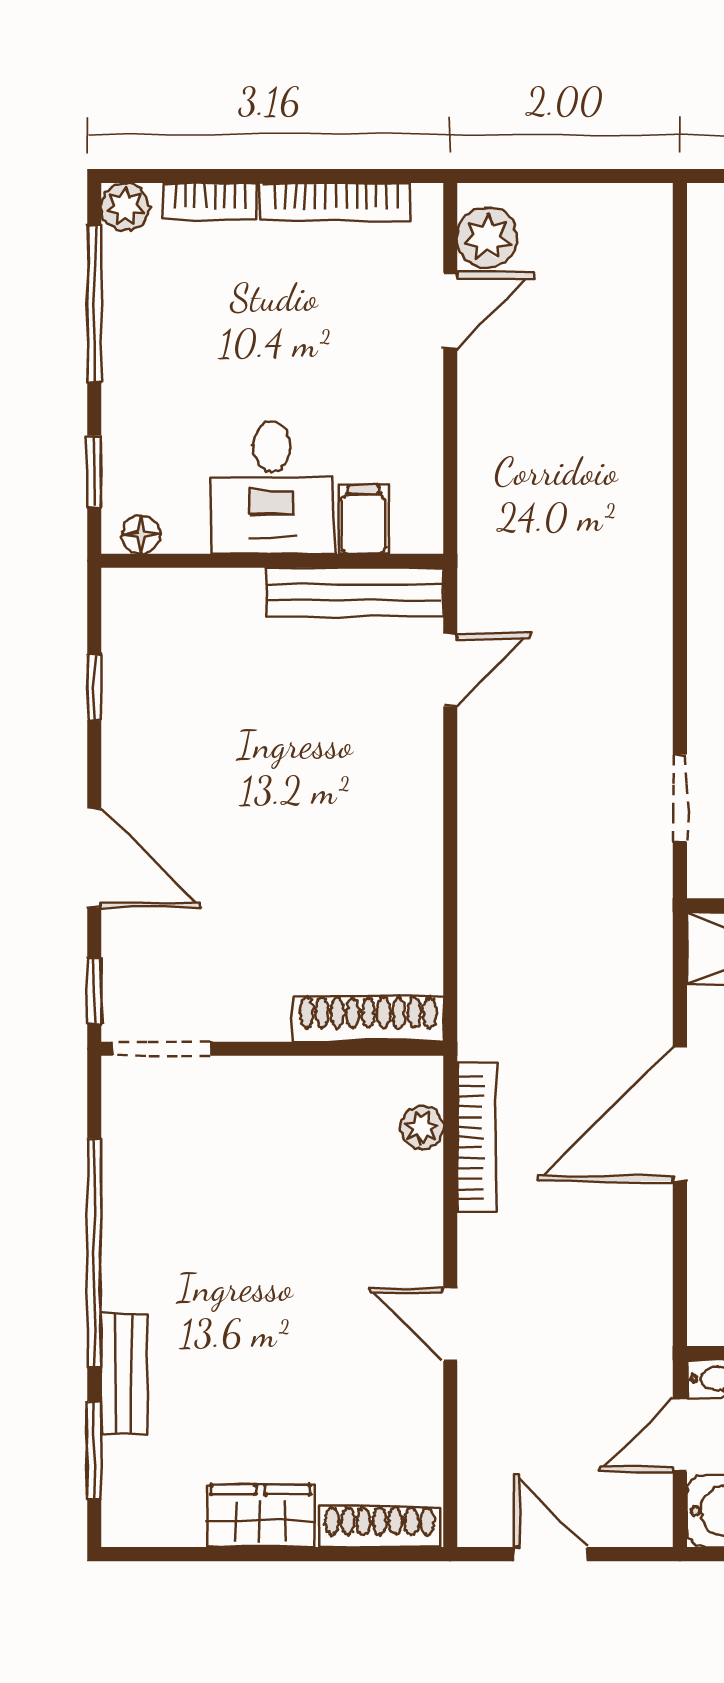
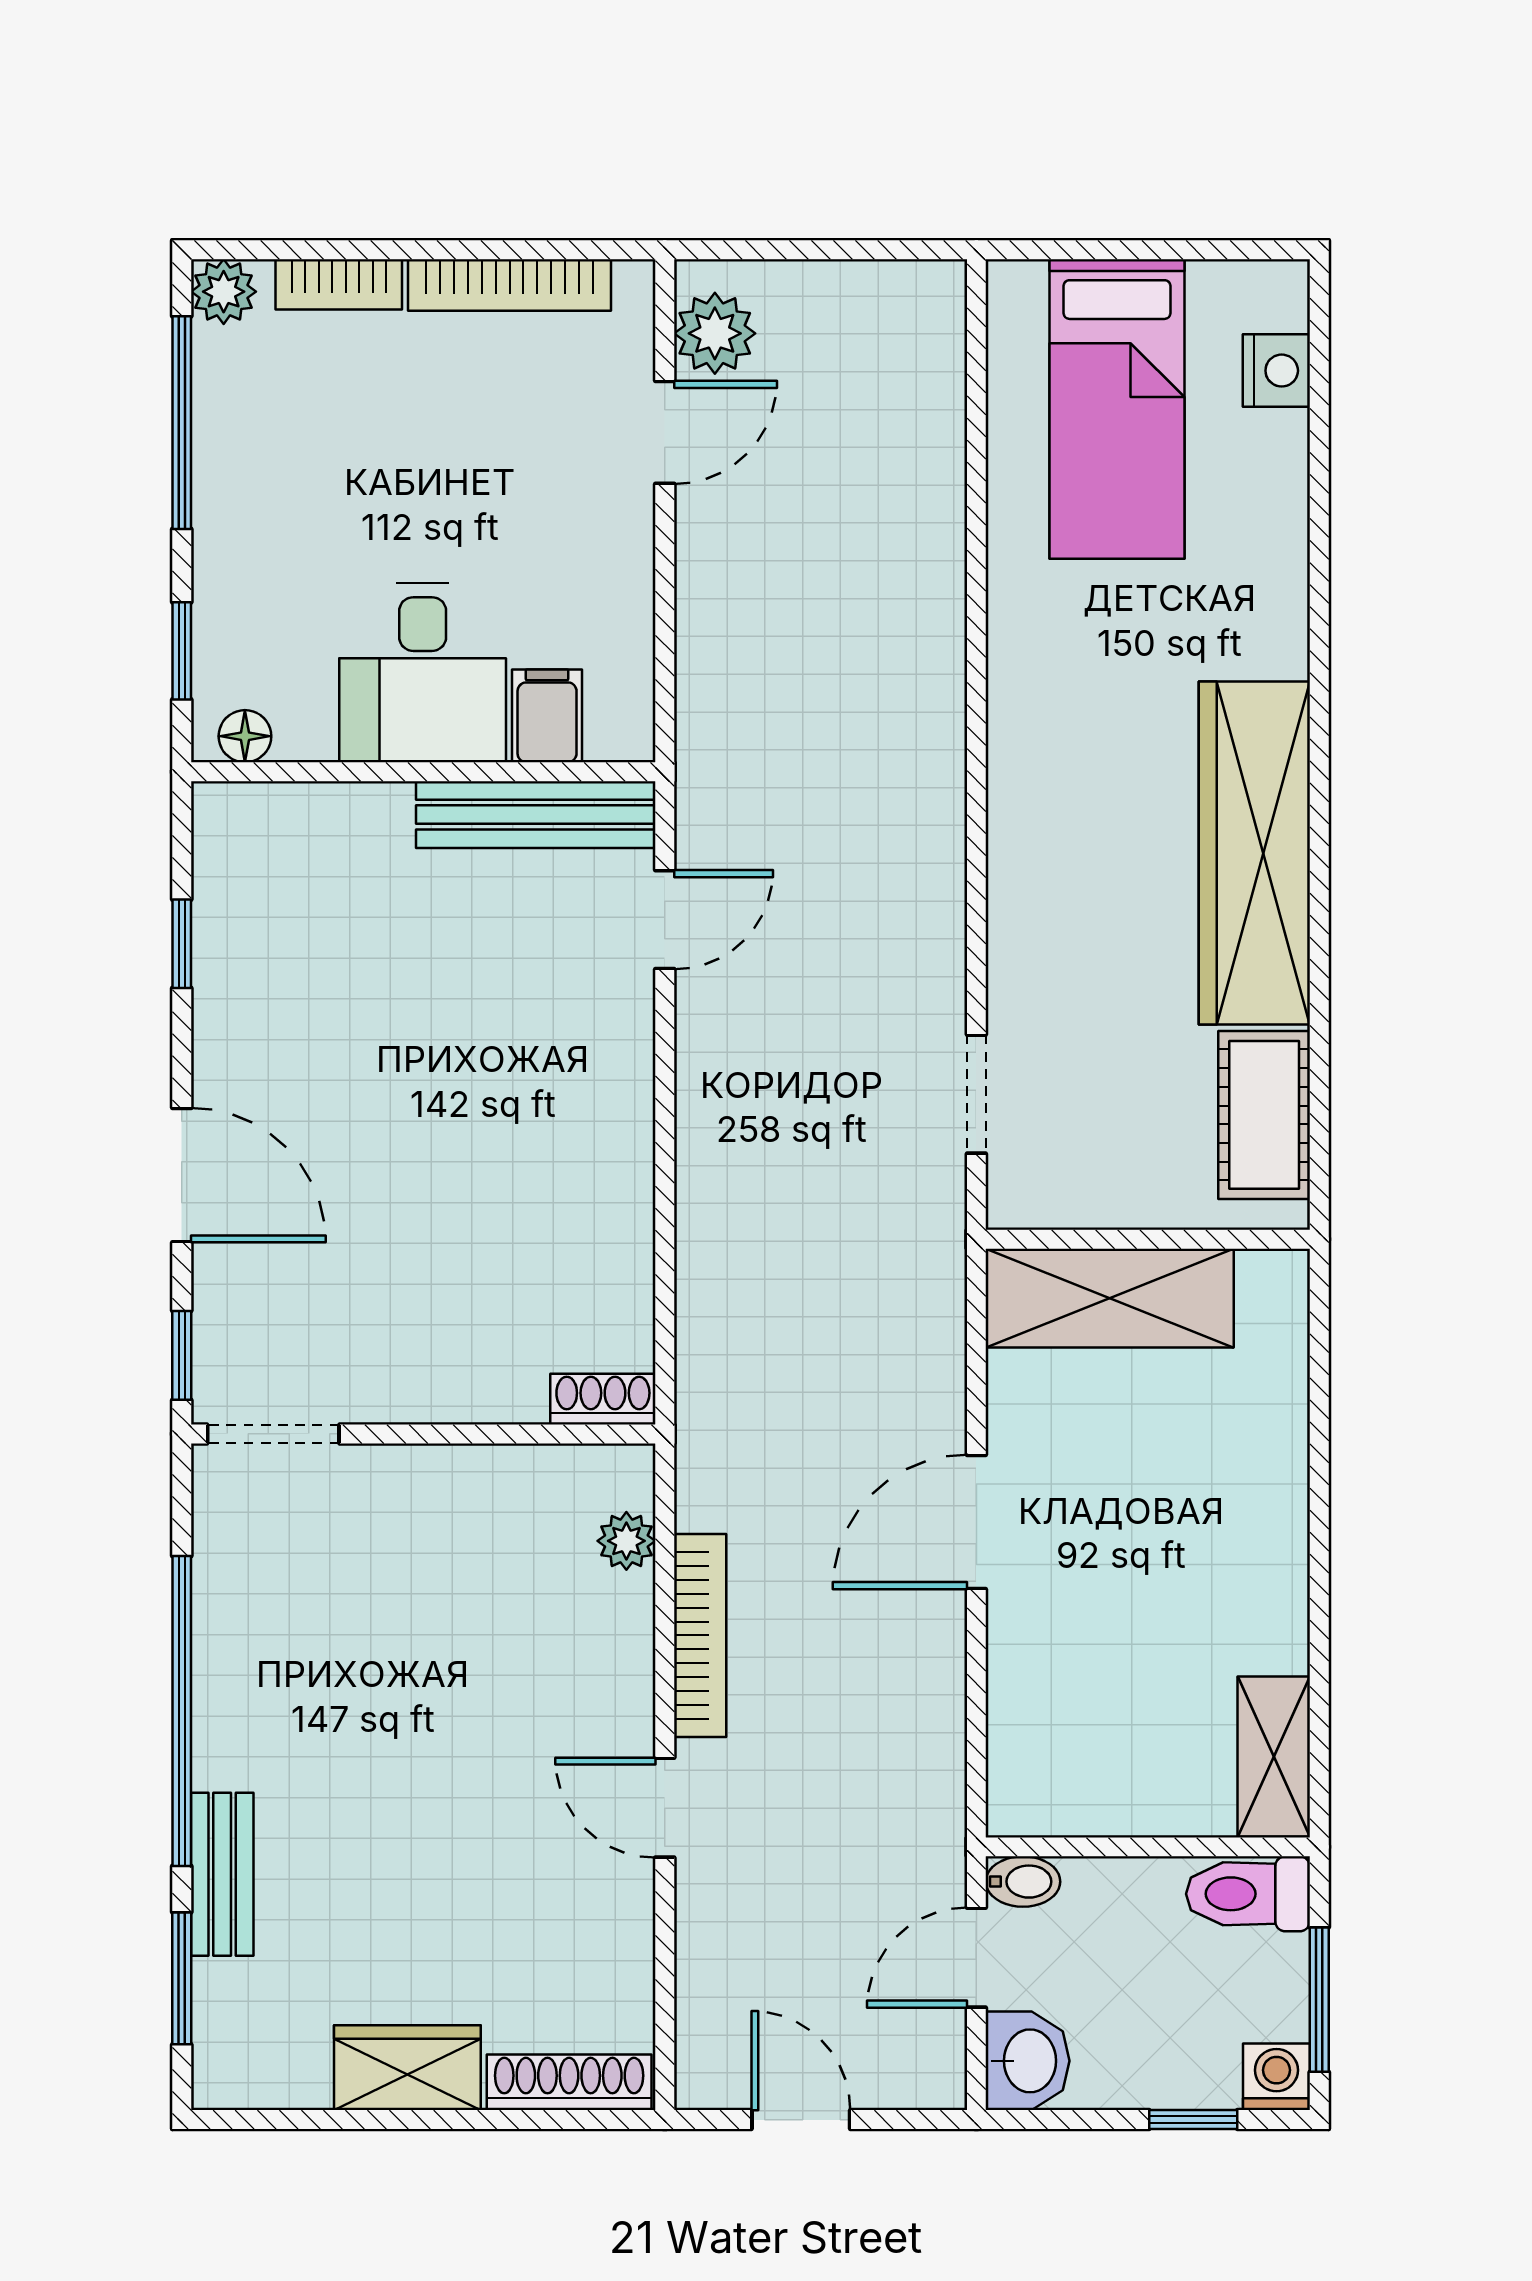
shoe rack: (368, 1019) -> (603, 1399), width x0.51, depth x0.81
door: (680, 1114) -> (976, 1522), width x0.73
bookcase: (476, 1137) -> (700, 1635), moved

